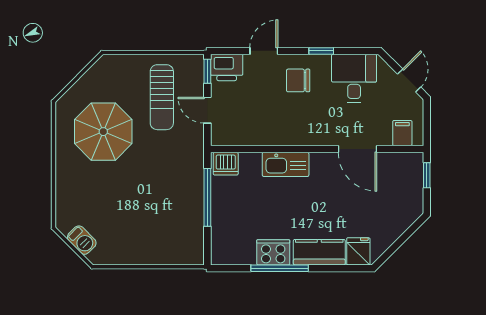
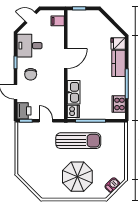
sun lounger: (162, 97) -> (78, 141), moved, width x1.36, depth x1.34
door: (207, 110) -> (46, 121), swing flipped
parasol: (103, 132) -> (77, 177), moved
door: (357, 149) -> (66, 59), moved
kitchen sink: (286, 164) -> (74, 92), moved
cooker: (273, 252) -> (119, 104), moved

